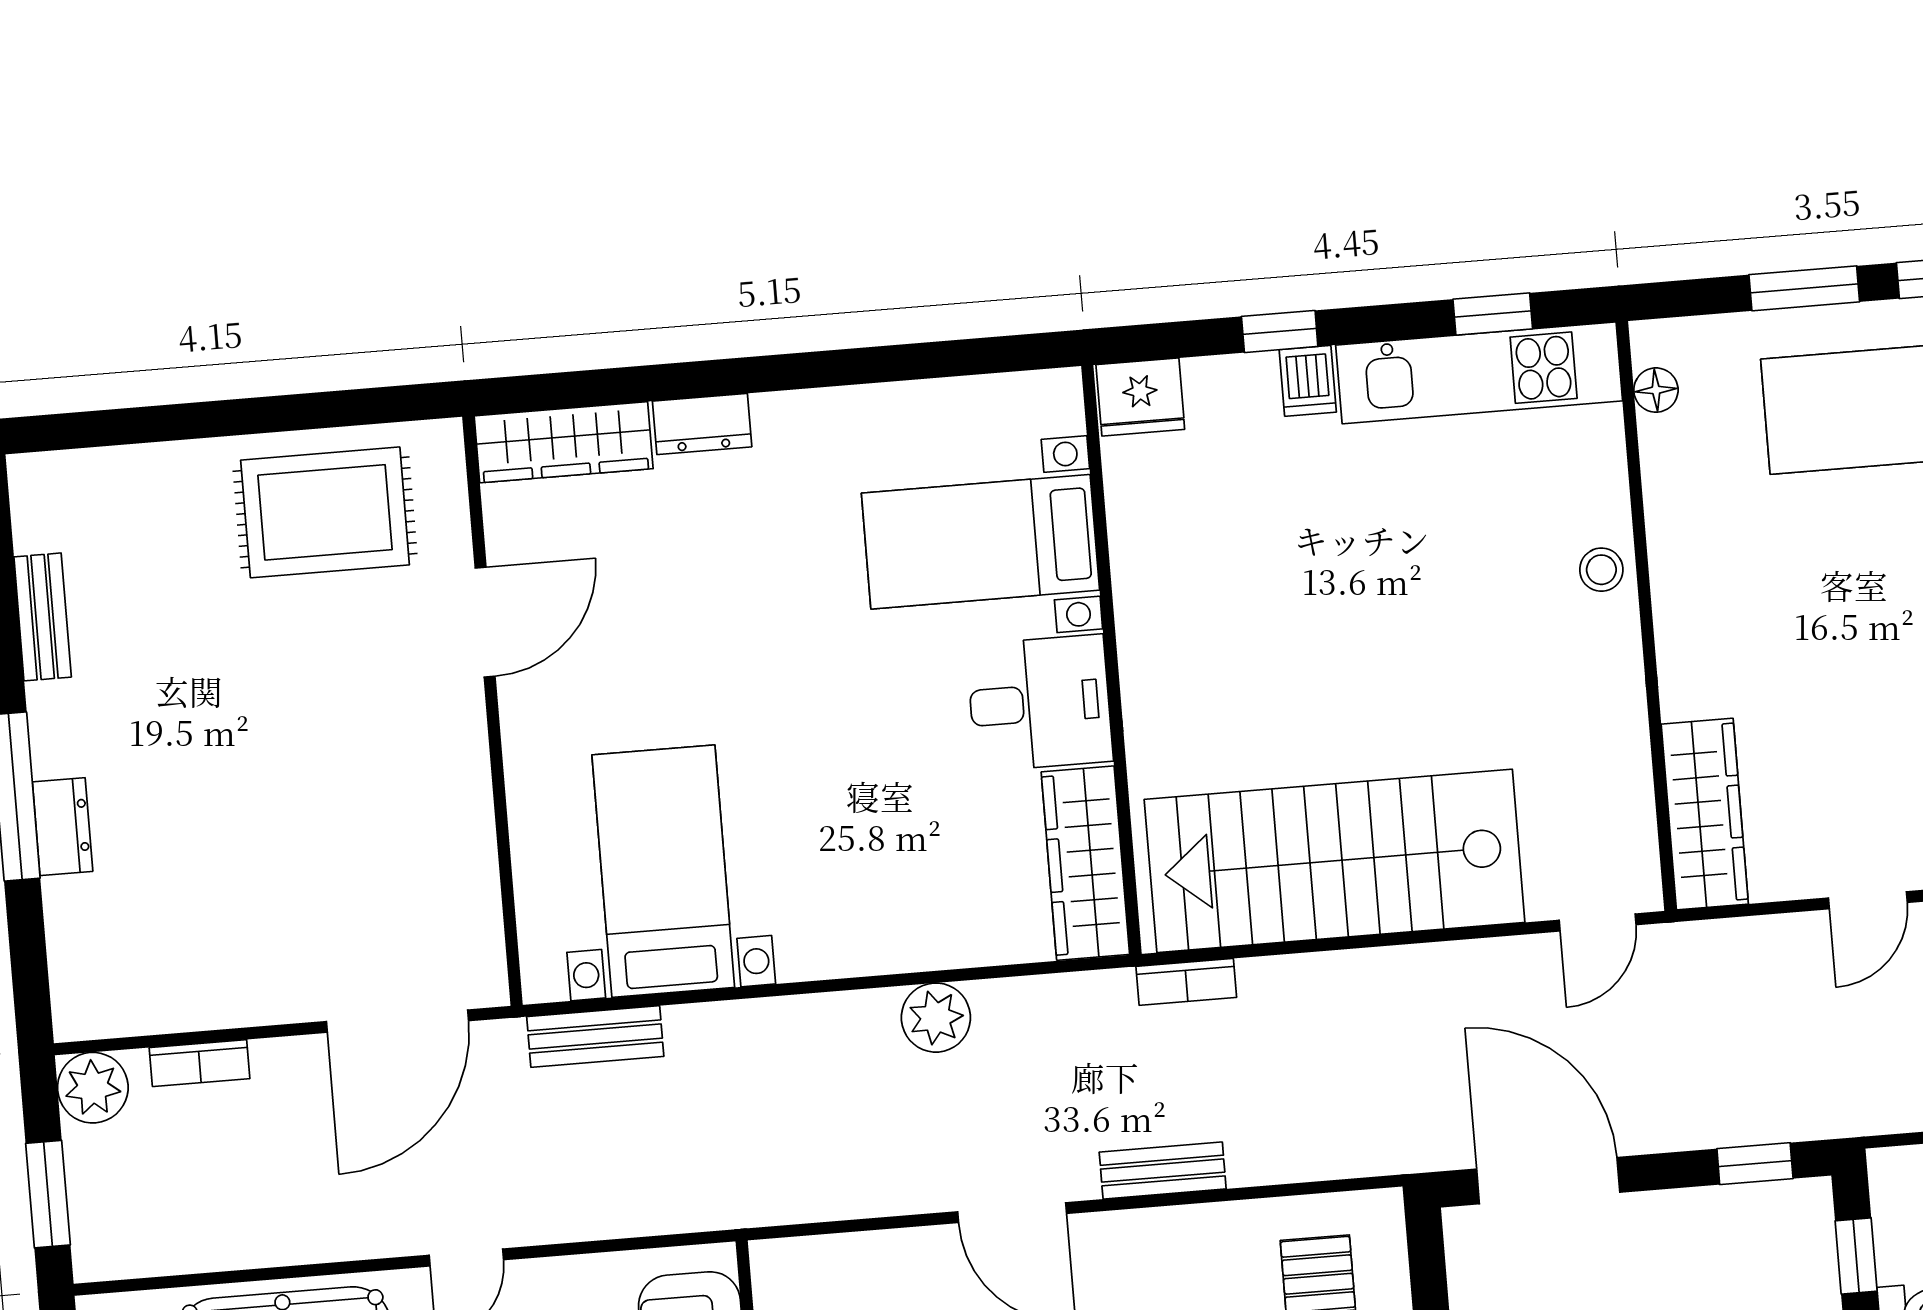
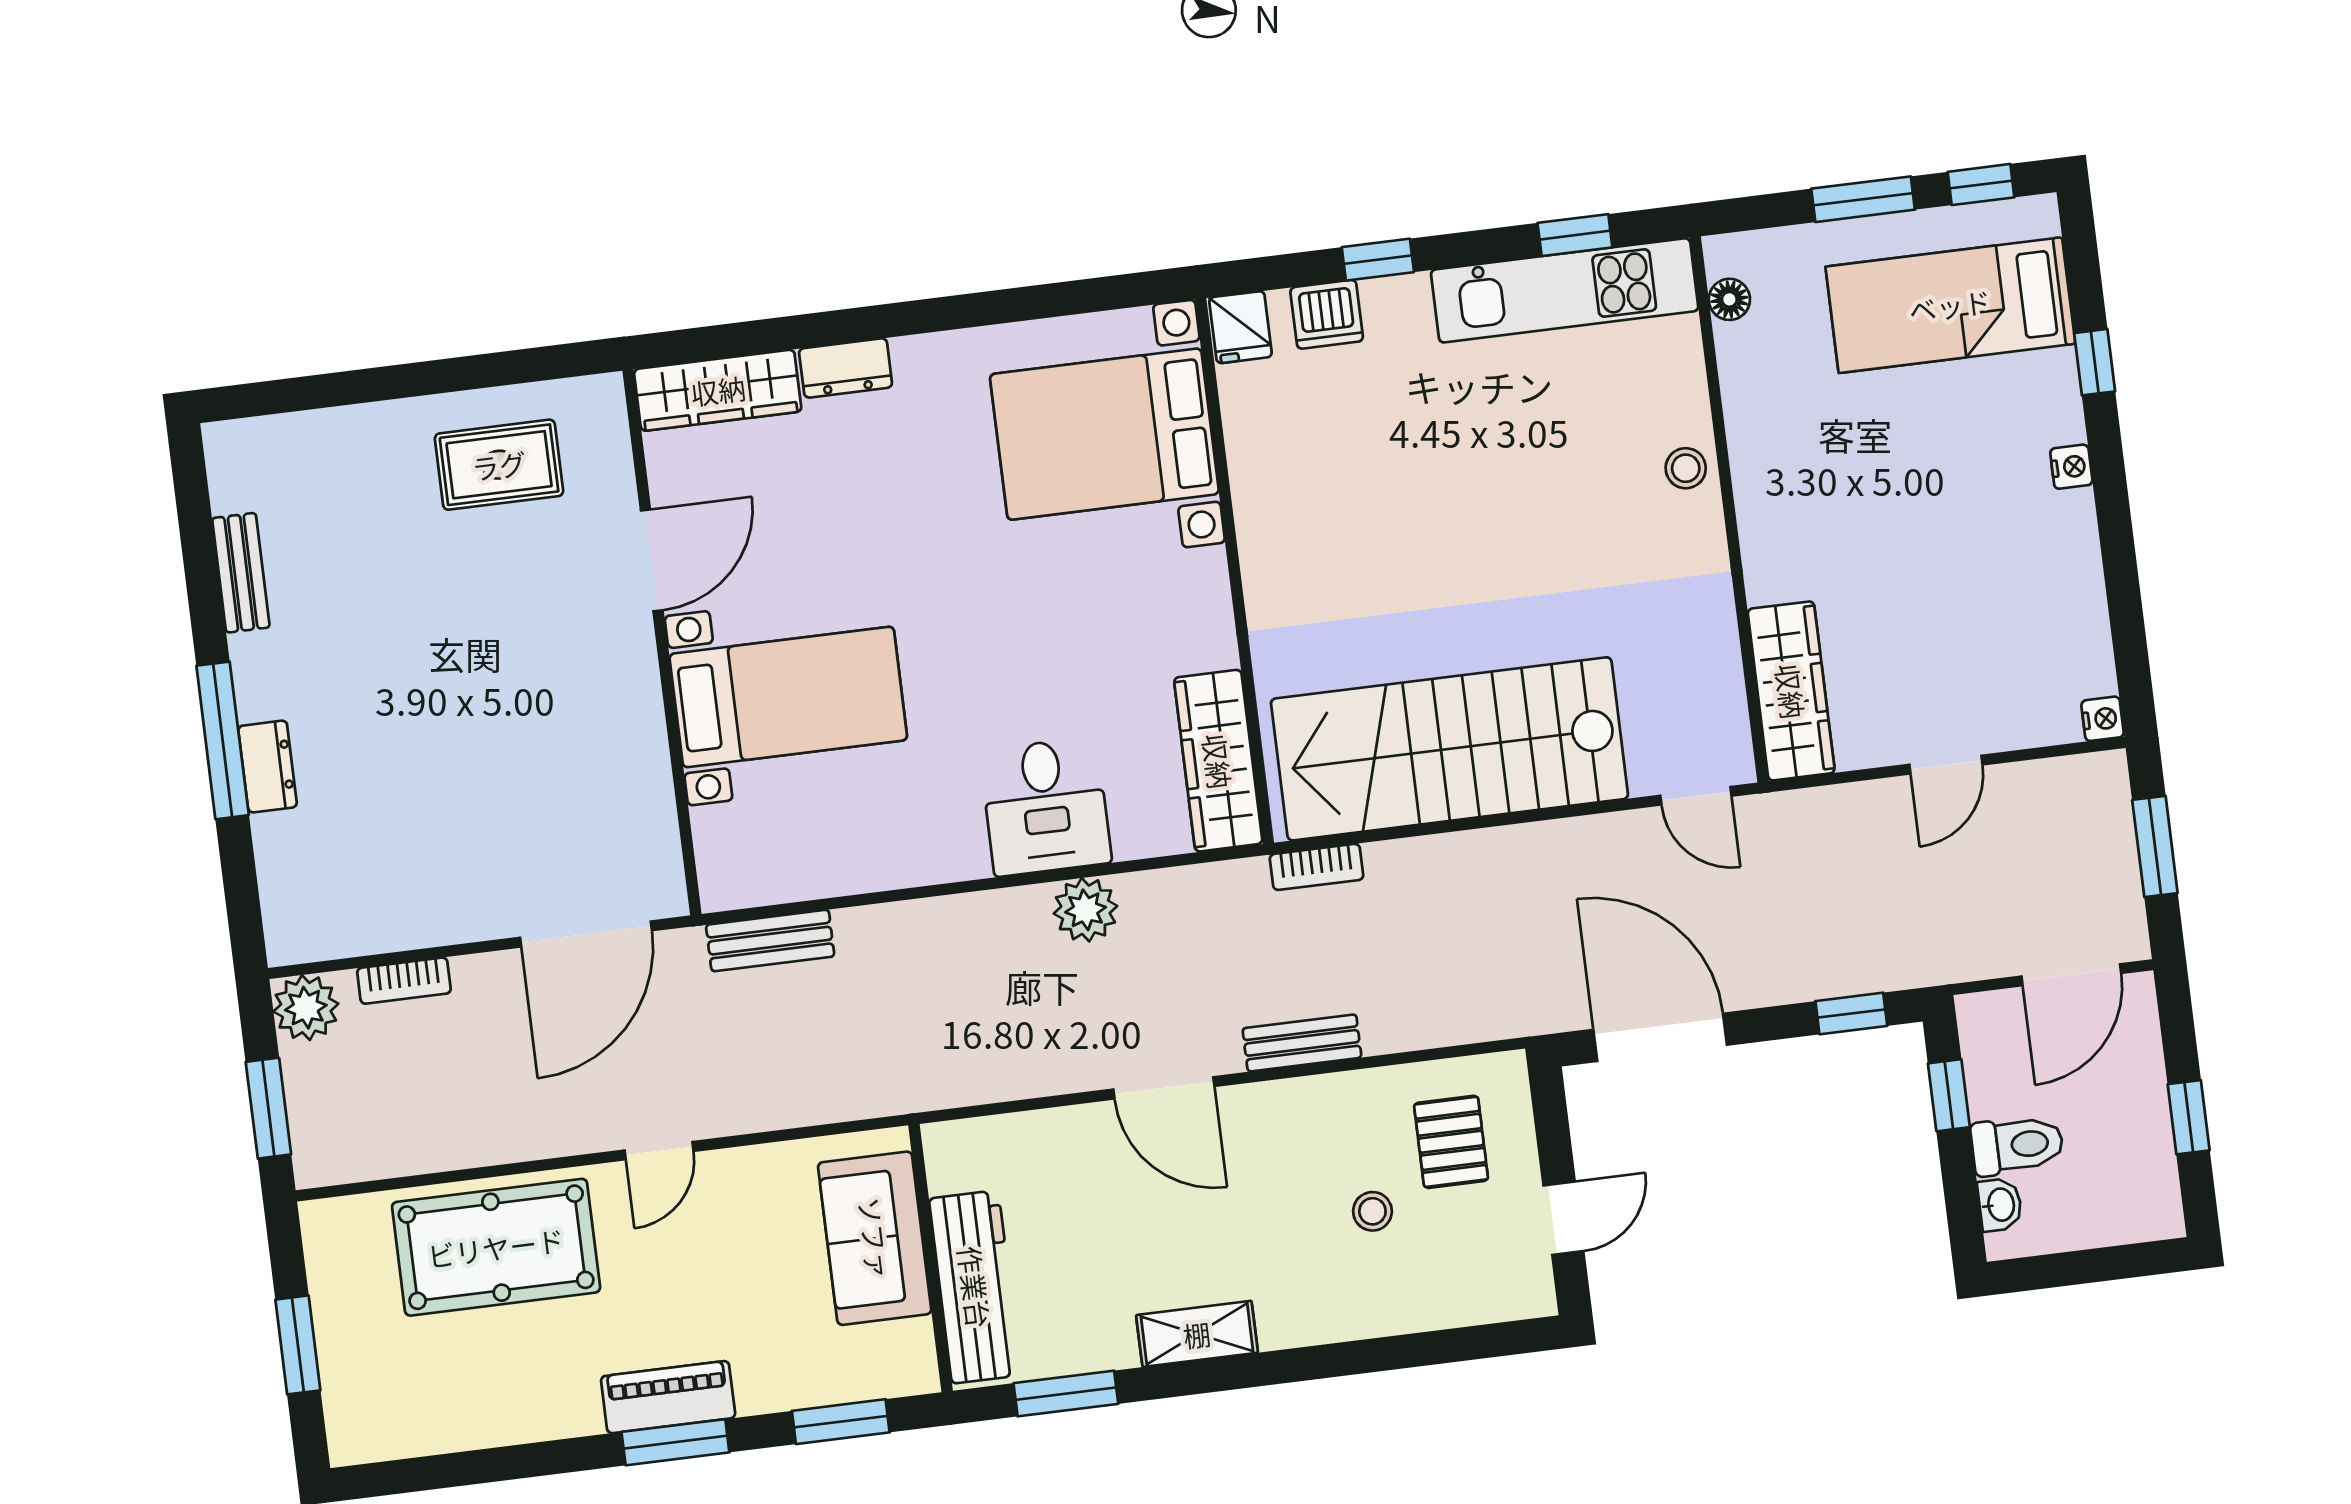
dishwasher: (1308, 381) -> (1327, 314), moved, width x1.38
fridge: (1140, 397) -> (1240, 327), width x0.72
rug: (325, 512) -> (499, 465), width x0.73, depth x0.70
bed with nightstands: (980, 542) -> (1104, 434), width x1.36
desk: (1040, 703) -> (1046, 807), moved, turned 90
bed with nightstands: (663, 871) -> (788, 697), moved, turned 90
door: (1598, 922) -> (1696, 796), hinge flipped

